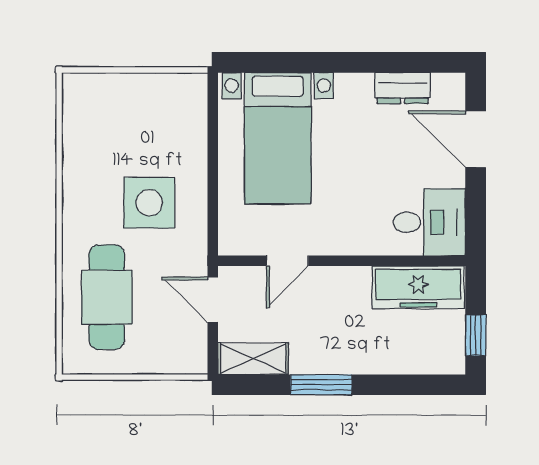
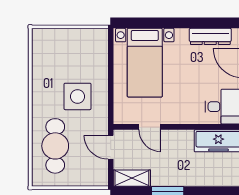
dresser: (403, 88) -> (210, 36), width x1.44
door: (287, 261) -> (150, 127), hinge flipped

